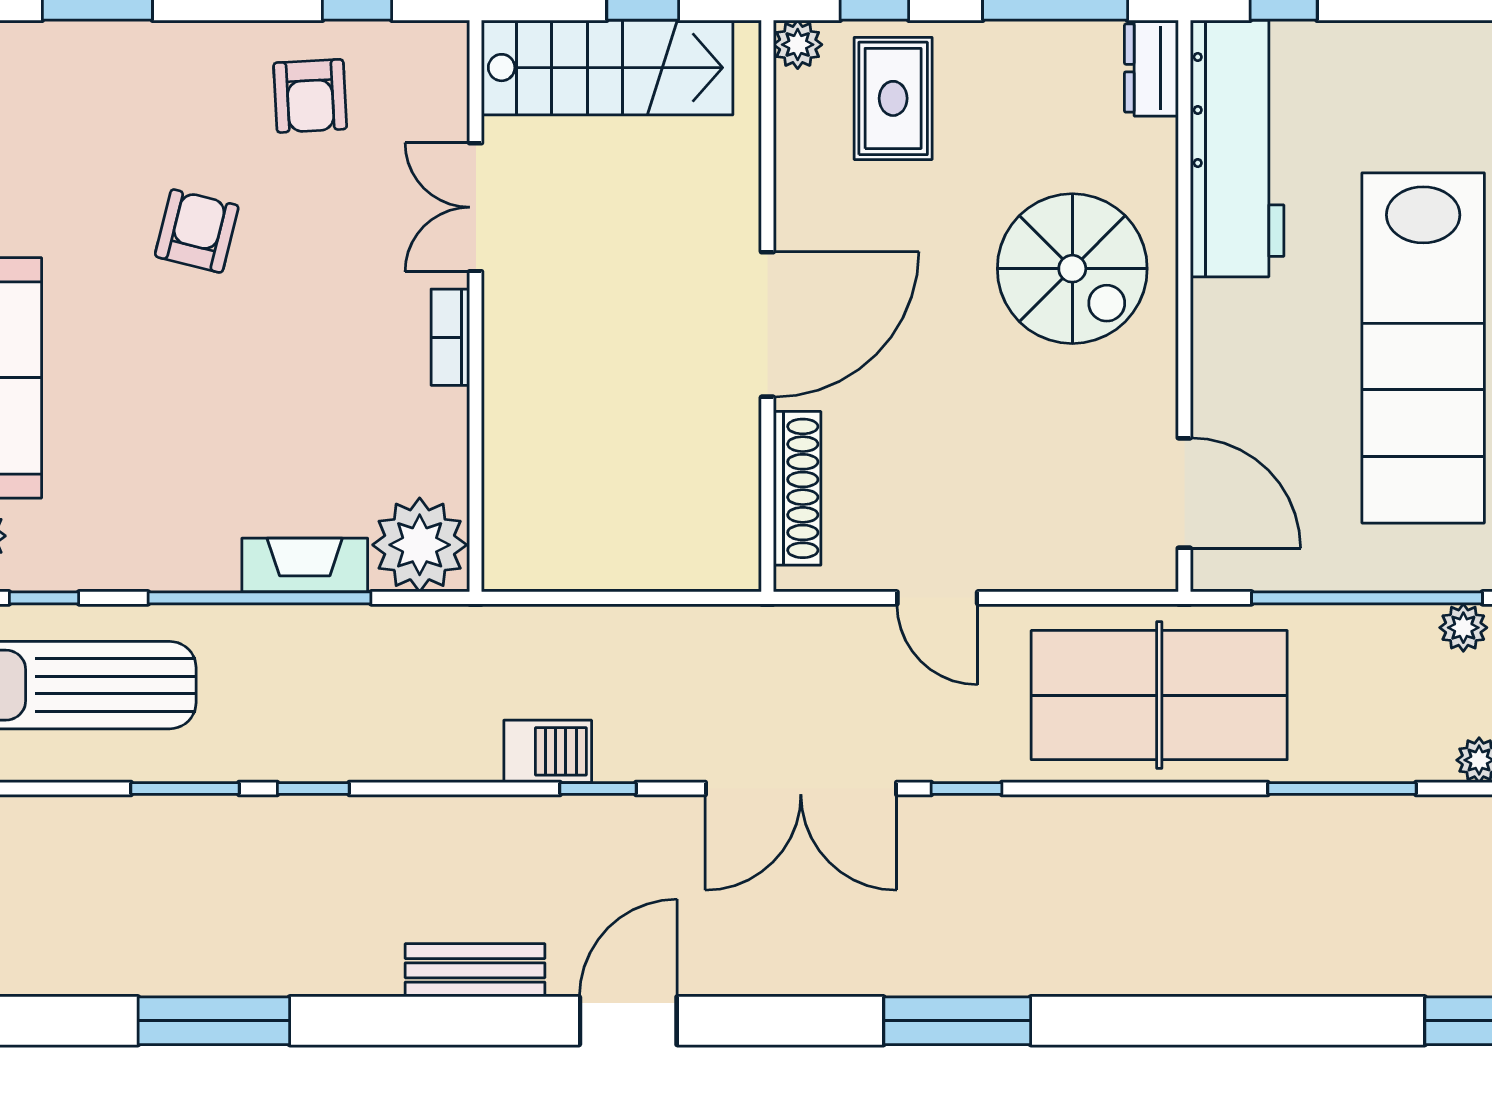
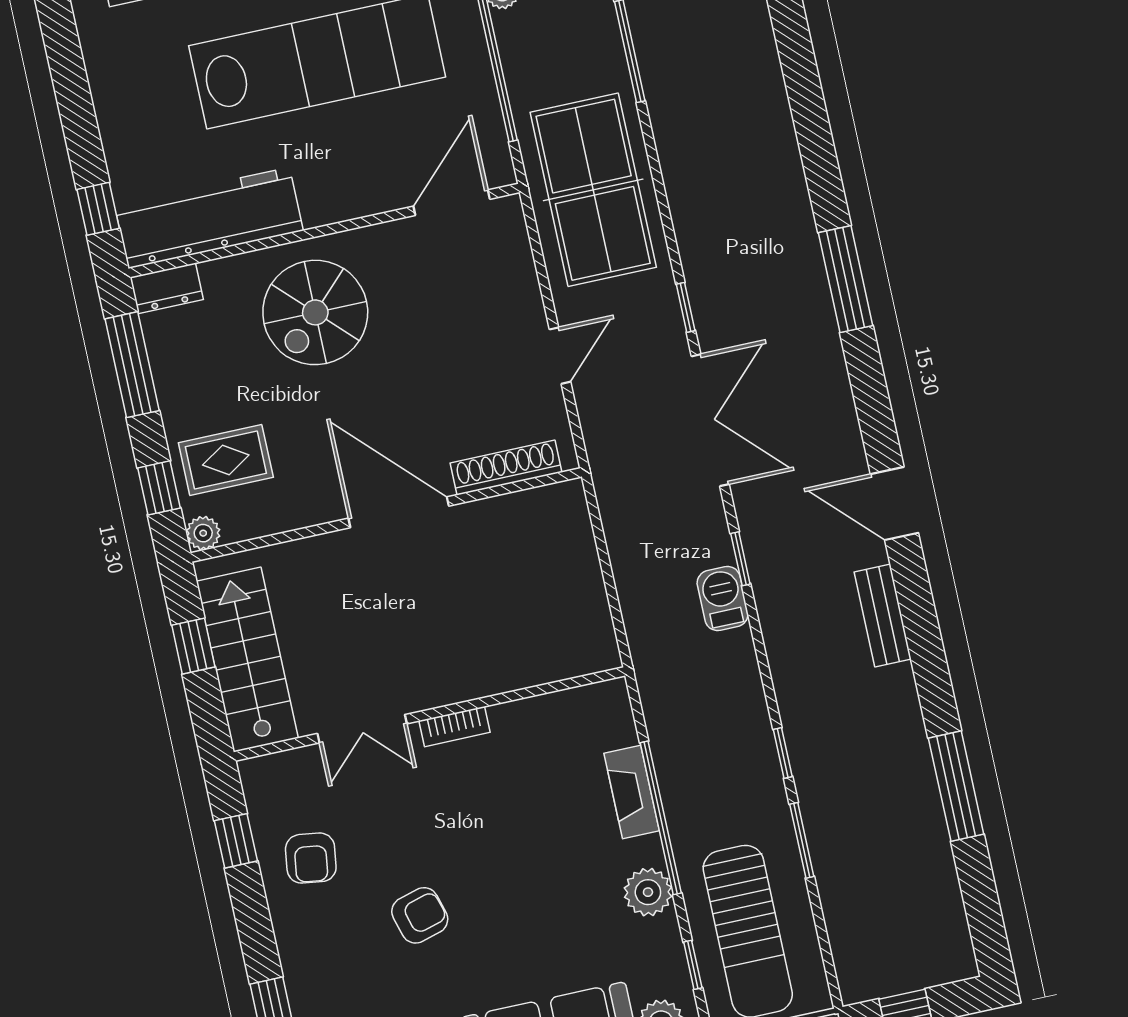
armchair: (310, 96) -> (311, 858), turned 101
armchair: (197, 231) -> (420, 915), turned 150
spiral stairs: (1072, 269) -> (315, 312), turned 180
plant: (420, 545) -> (648, 892), moved, width x0.73, depth x0.73

